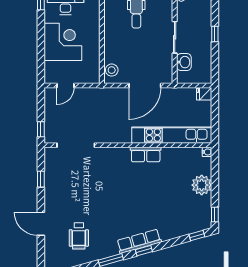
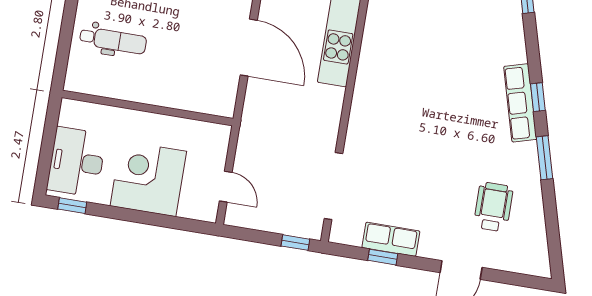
stool: (112, 70) -> (212, 101), removed
row of seats: (146, 155) -> (391, 239), moved, turned -90
wheelchair: (79, 236) -> (493, 207), turned -90

